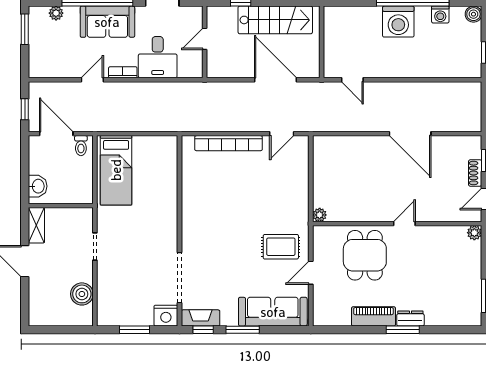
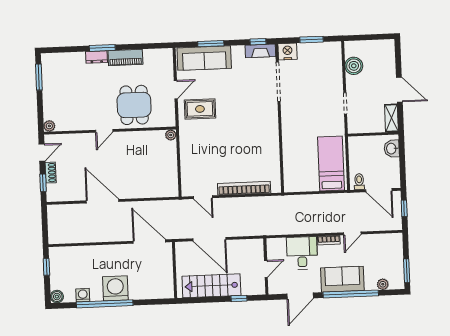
door: (352, 80) -> (149, 242), width x1.87
door: (282, 134) -> (203, 197), swing flipped
window: (243, 330) -> (211, 44), moved

